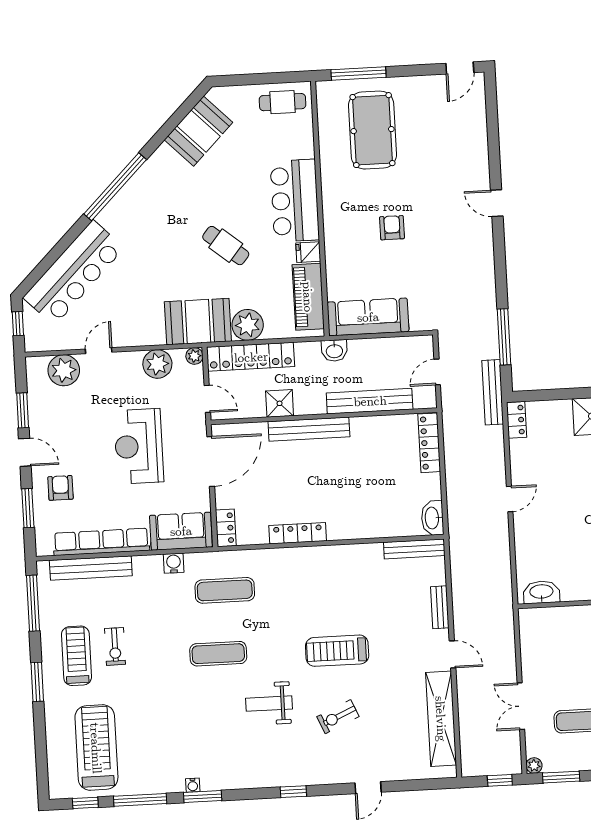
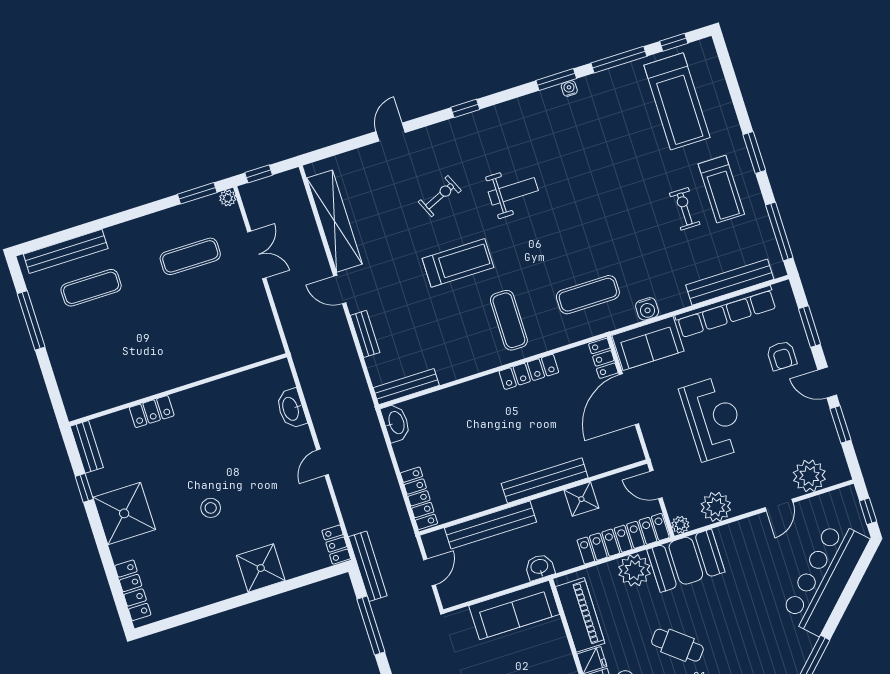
door: (211, 462) -> (629, 399), moved
washbasin: (541, 592) -> (291, 409), moved, turned 90
exercise mat: (218, 654) -> (509, 320), moved, turned 90

